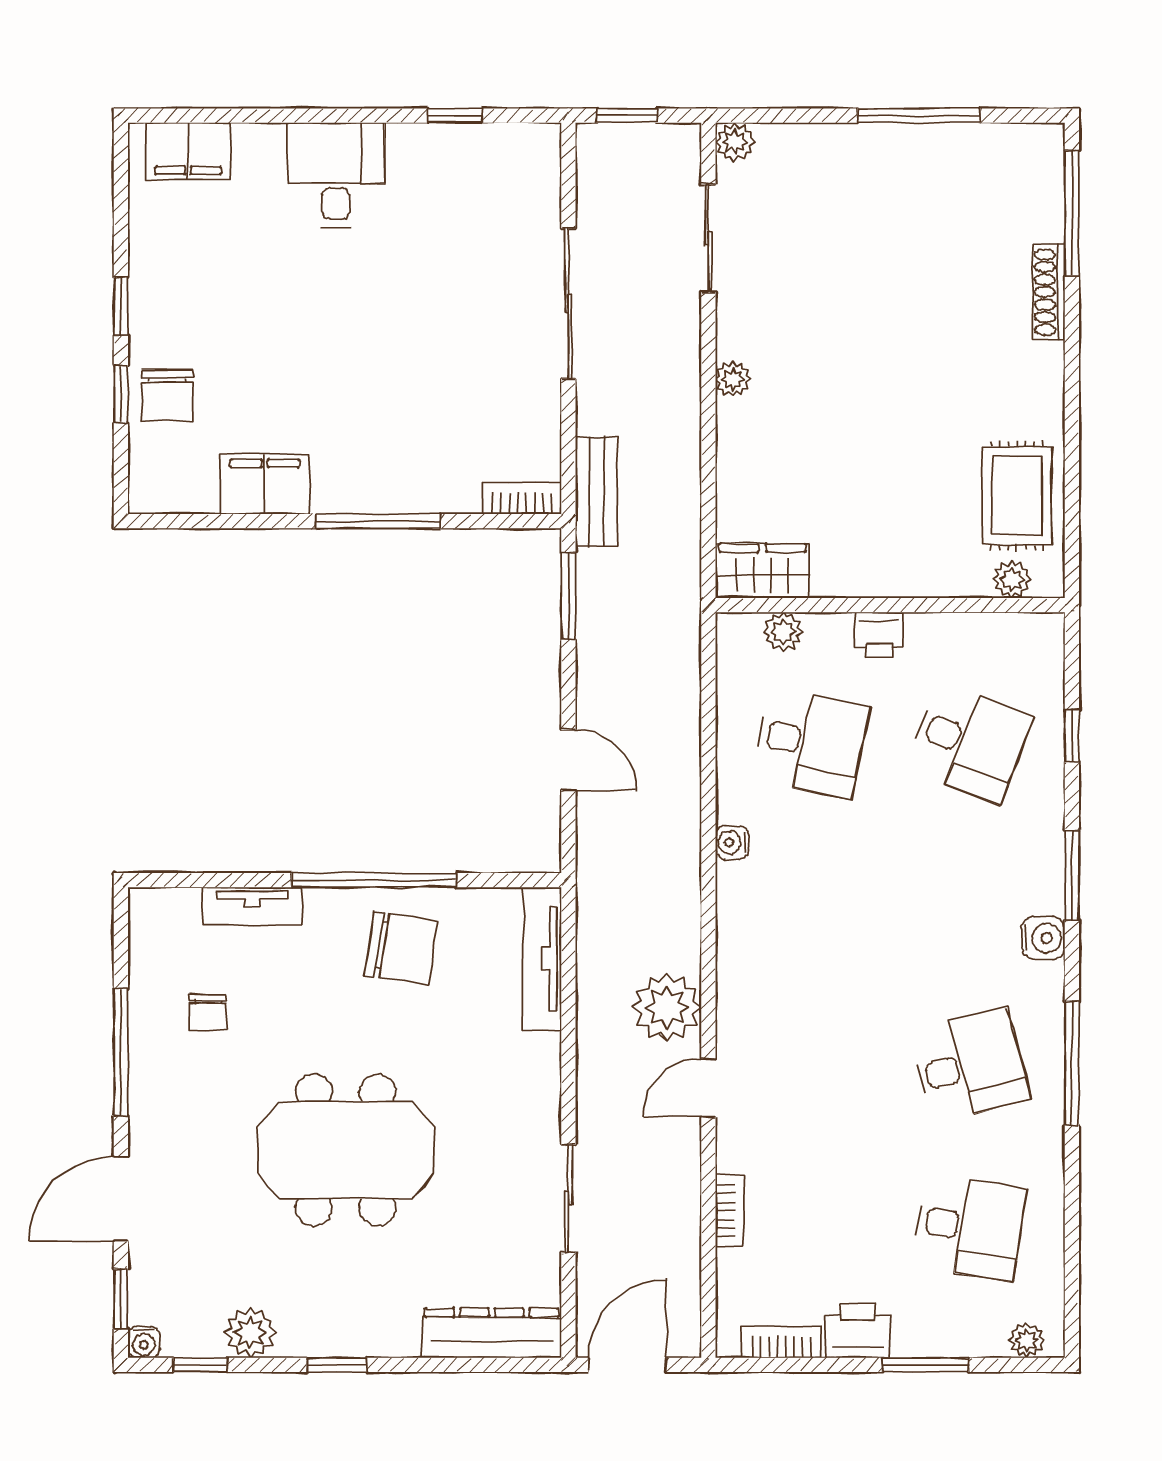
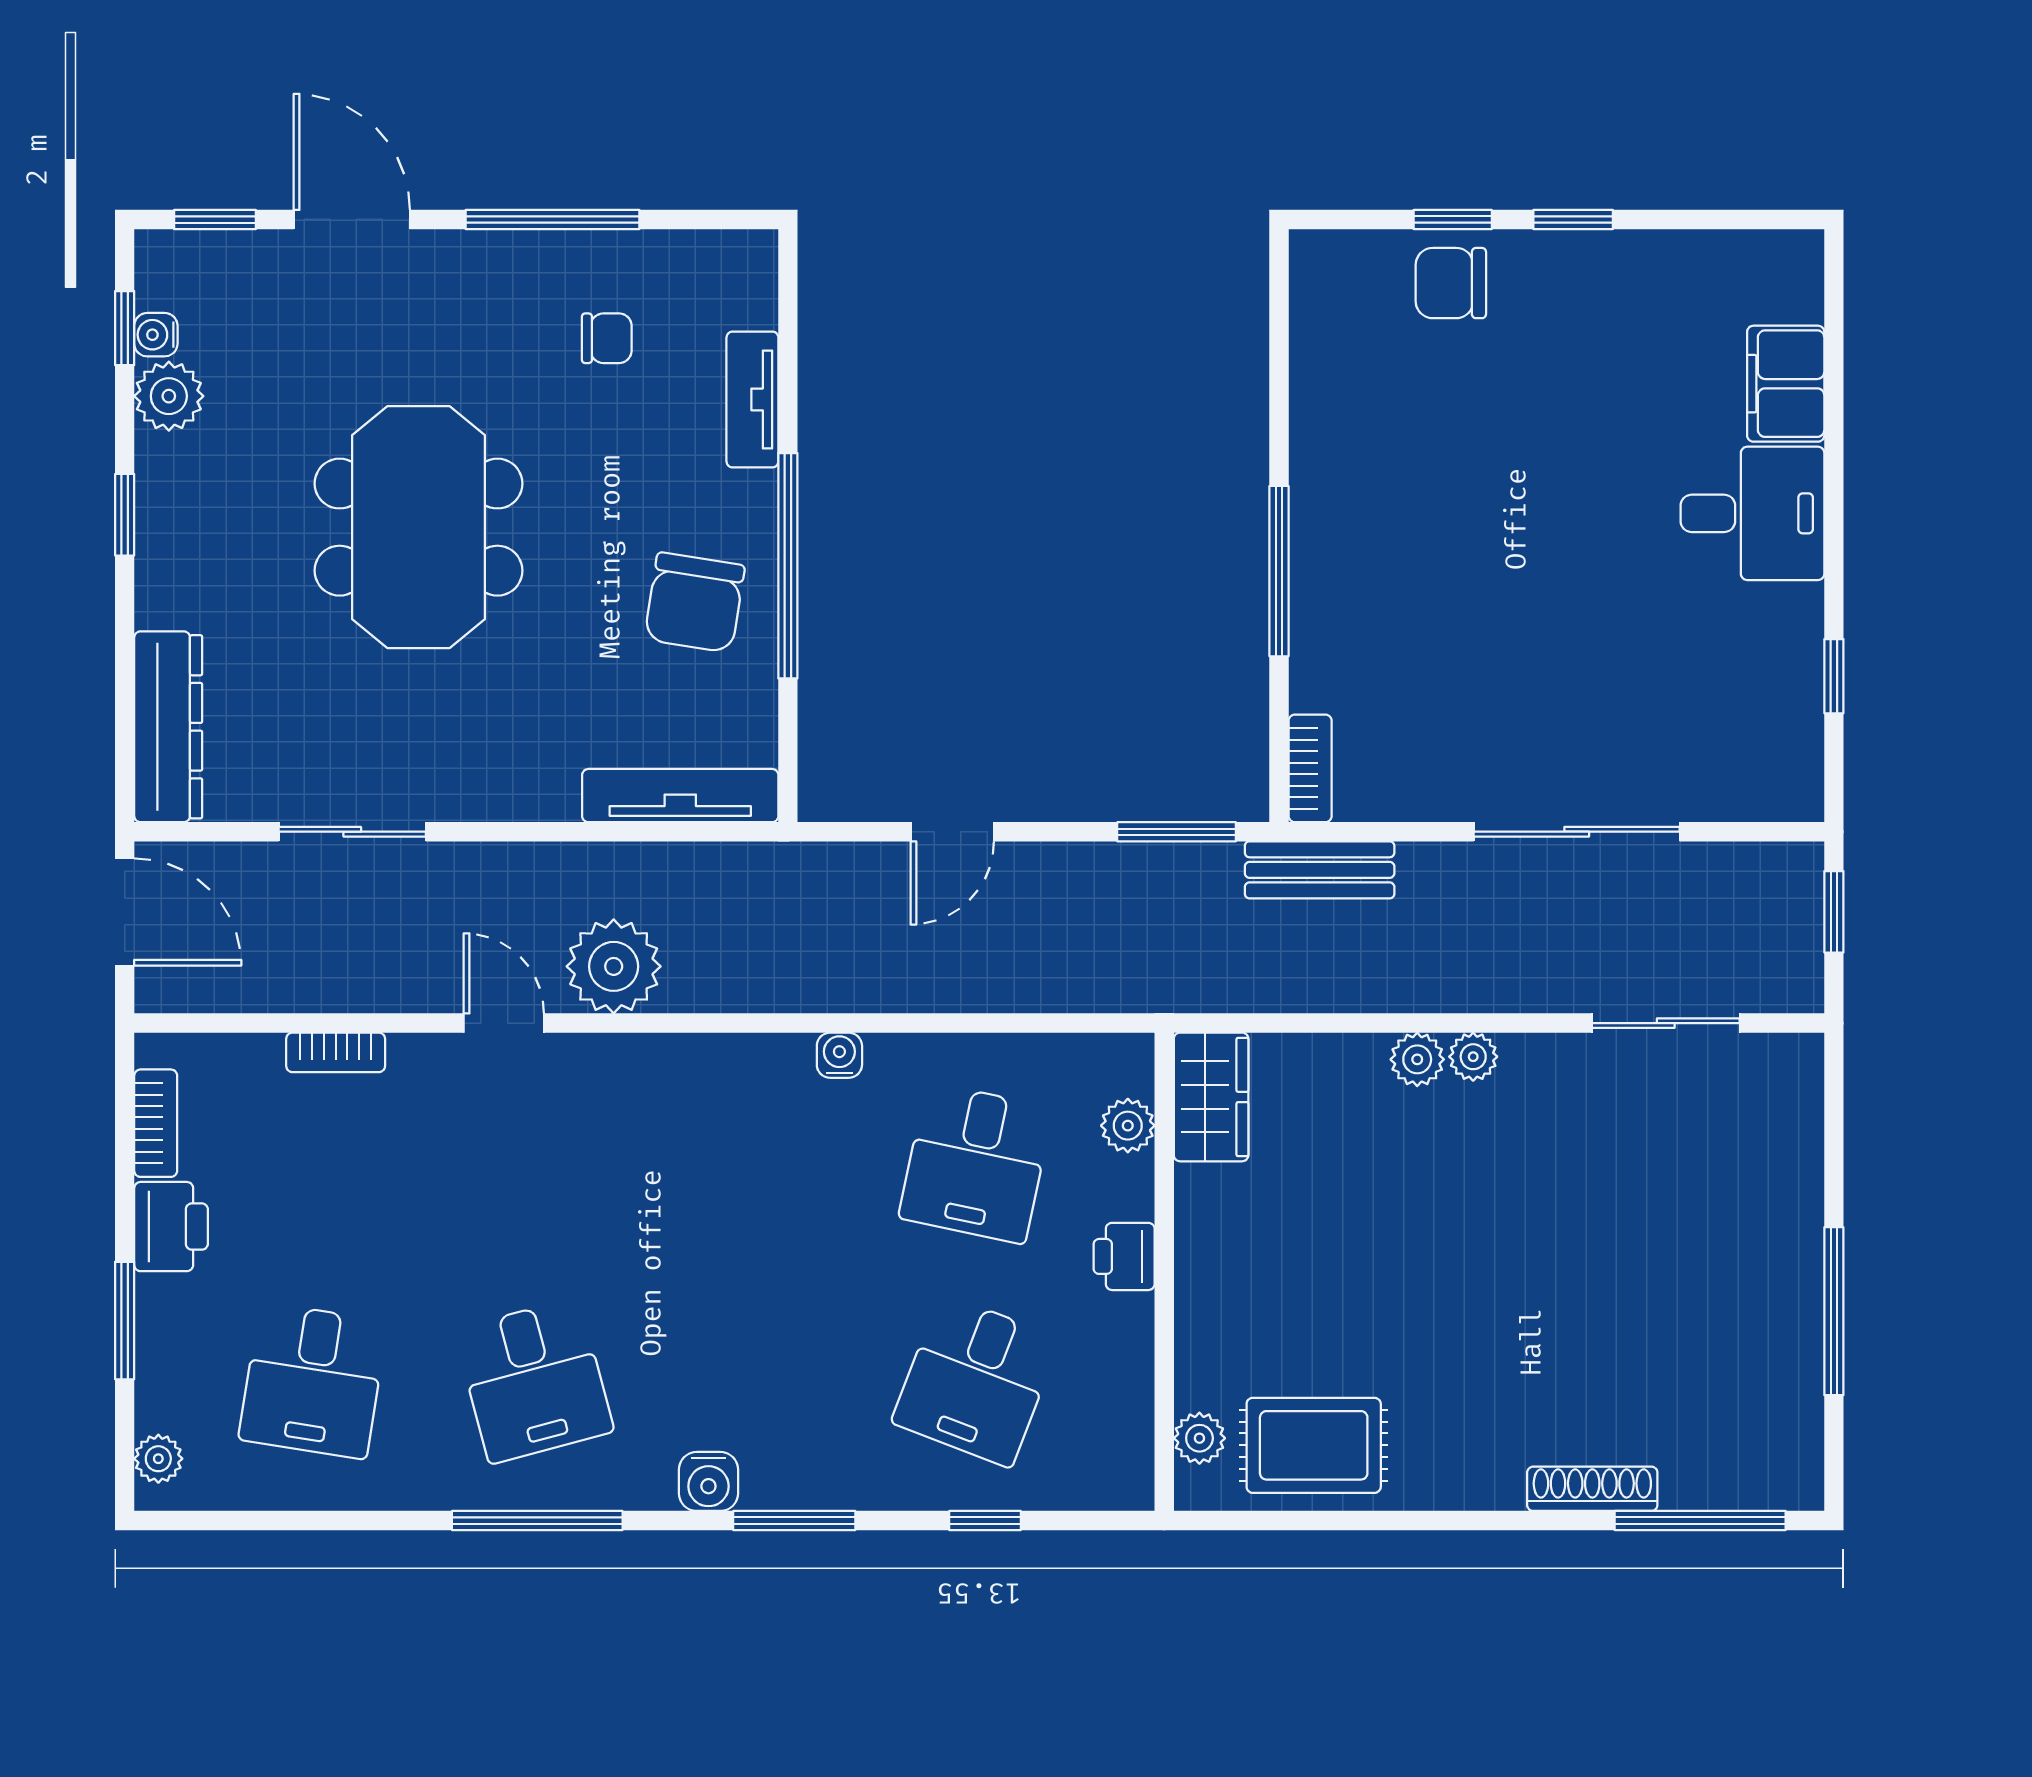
plant: (735, 142) -> (1417, 1059), moved
filing cabinet: (188, 151) -> (1786, 384), moved
filing cabinet: (265, 484) -> (1329, 416), removed
chair: (208, 1013) -> (607, 338), turned 180
water cooler: (144, 1342) -> (156, 335), moved

